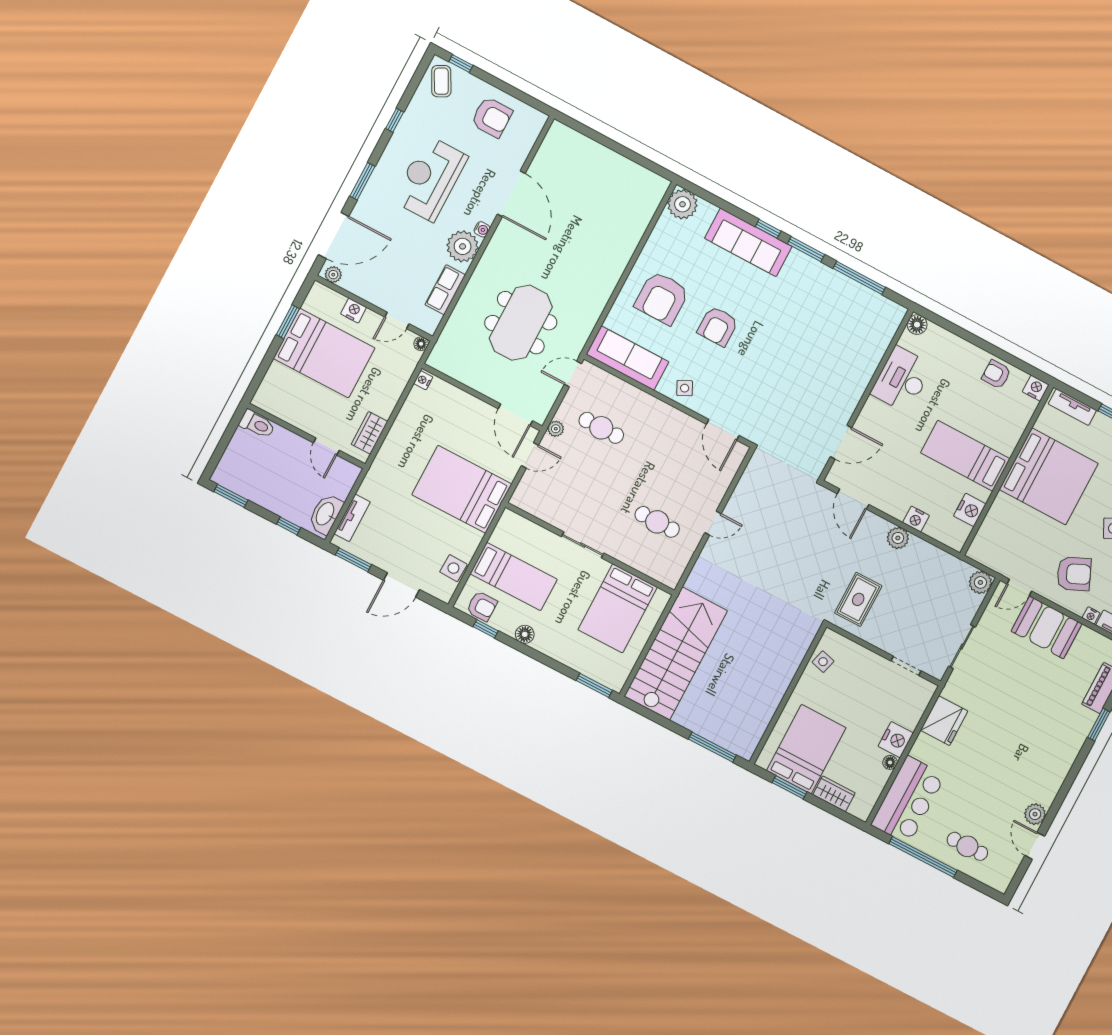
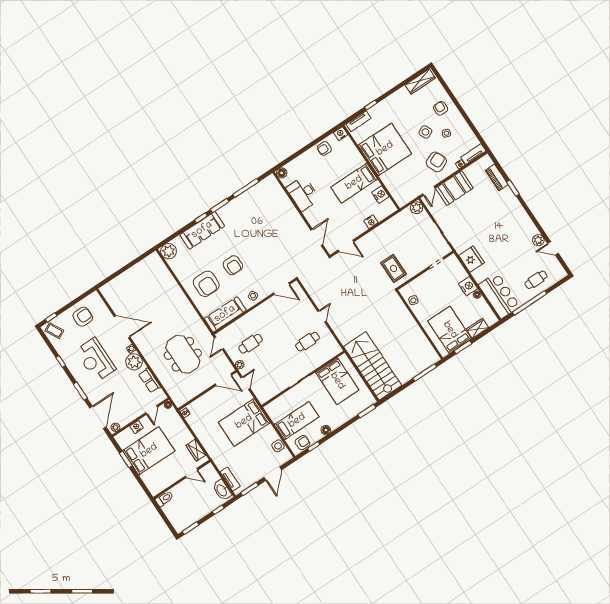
plant: (898, 538) -> (375, 235), removed

